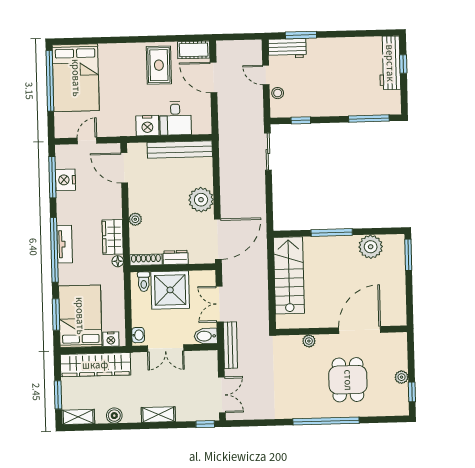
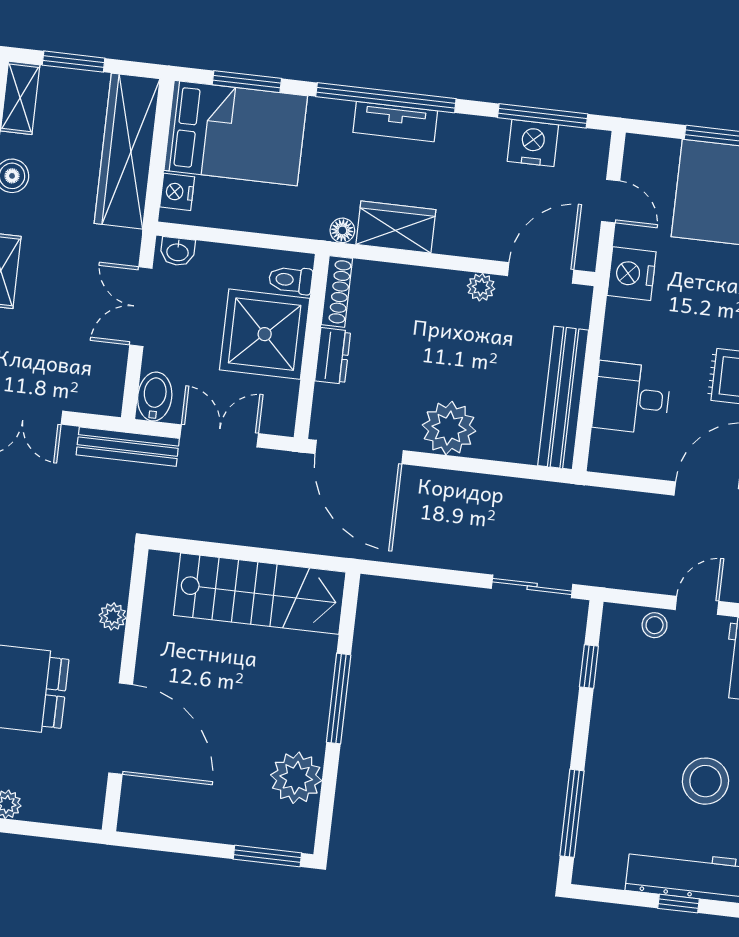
stool: (346, 60) -> (705, 781), added
nightstand: (147, 126) -> (632, 274), moved
plant: (135, 219) -> (481, 287), moved

